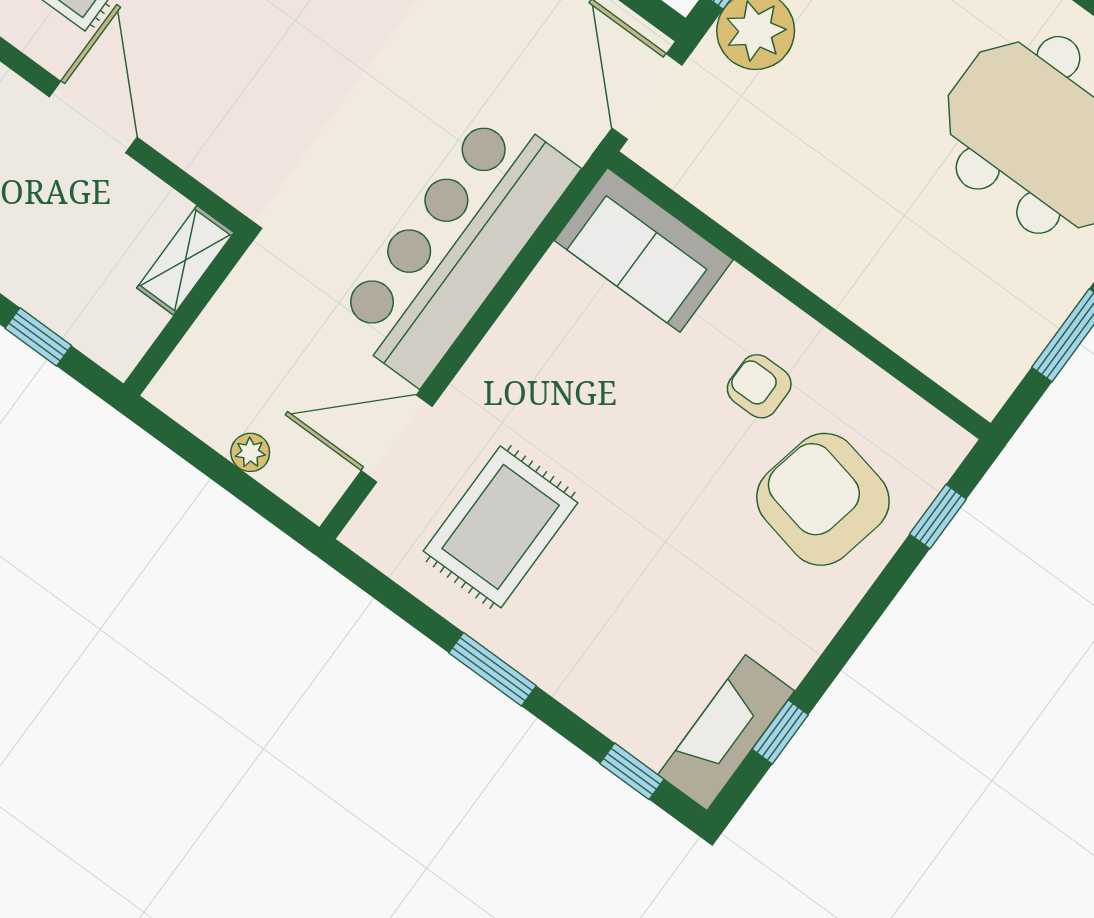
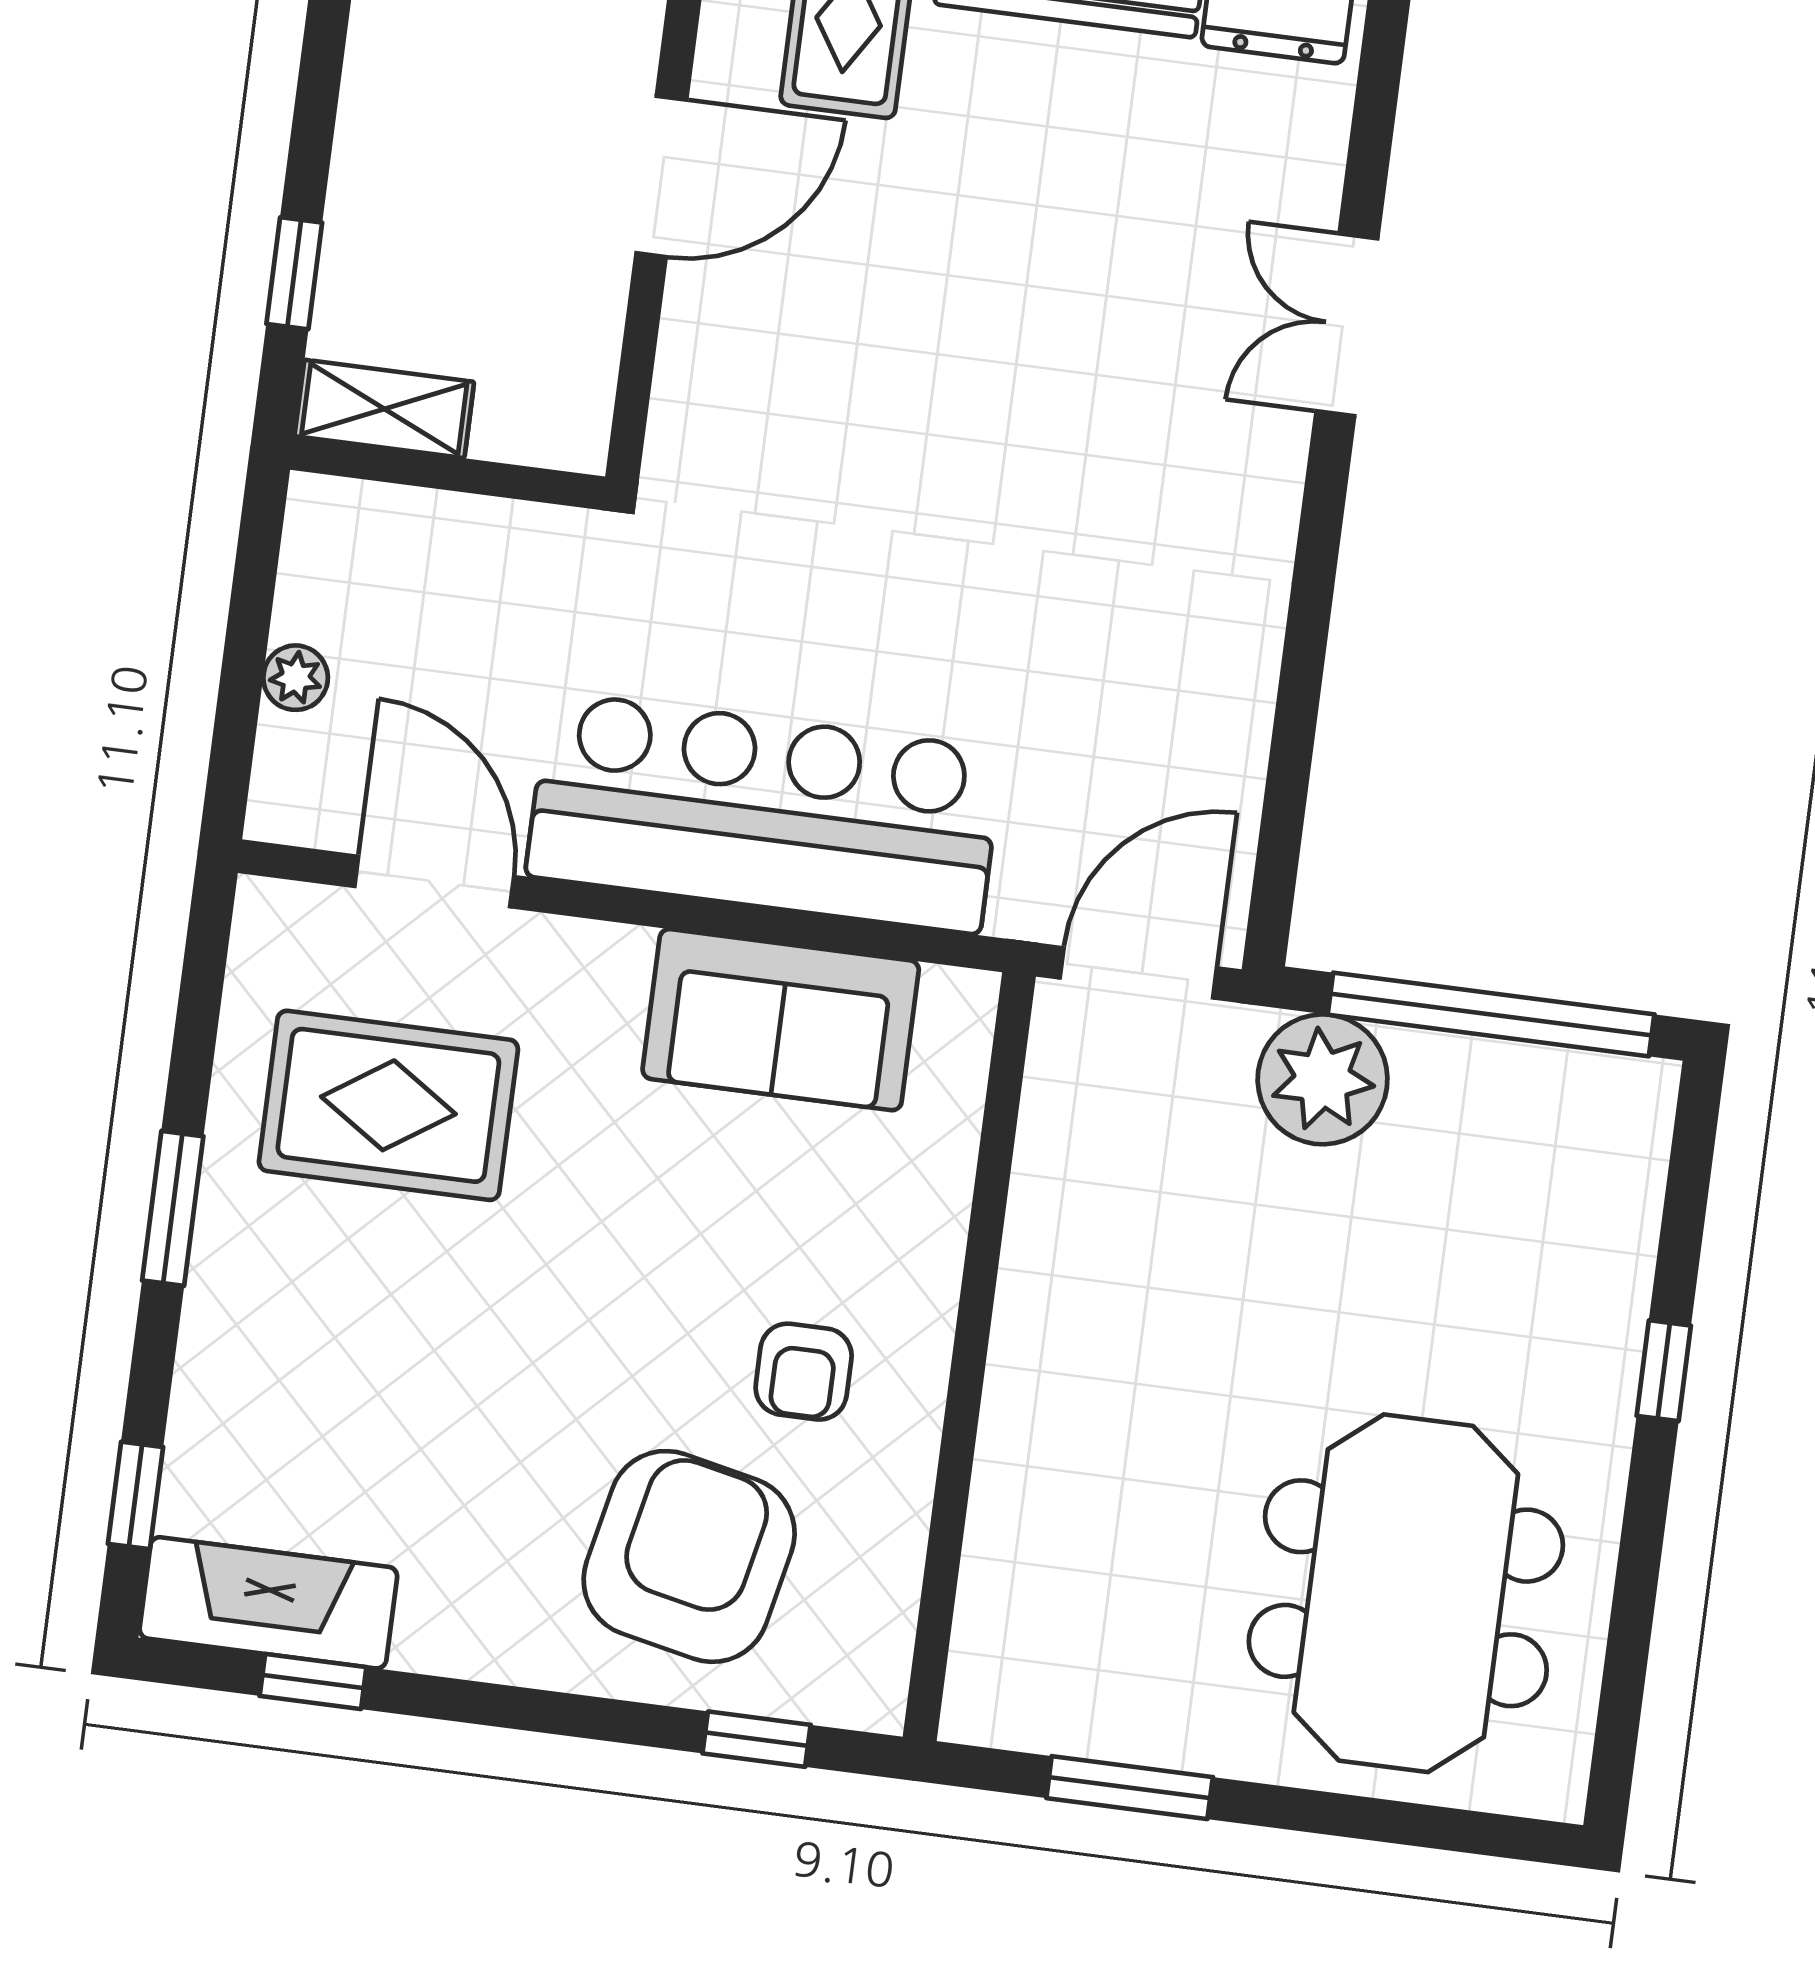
sofa: (644, 250) -> (781, 1020), moved, turned -90
shelving: (185, 260) -> (384, 409), moved
armchair: (759, 386) -> (804, 1372), turned 180

